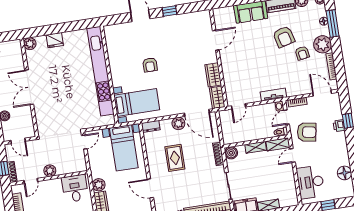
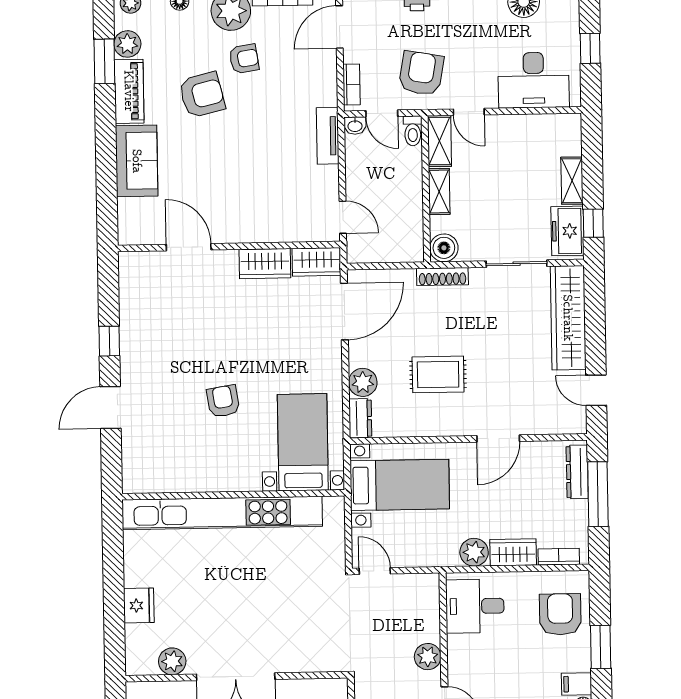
plant: (30, 44) -> (172, 661), moved
armchair: (150, 65) -> (223, 401), turned -99
plant: (178, 123) -> (363, 382), moved

